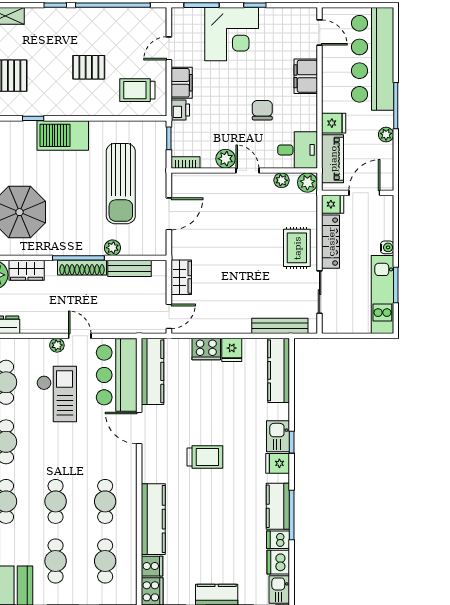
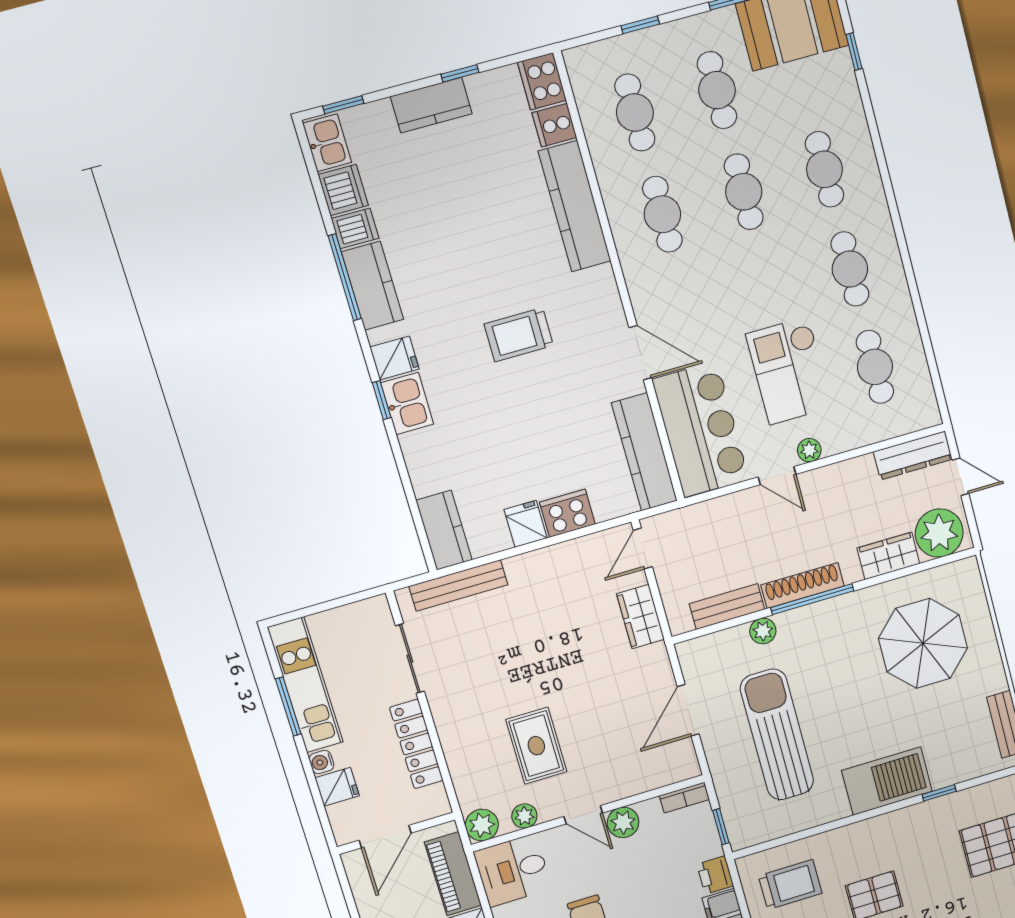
fridge: (333, 204) -> (337, 787), moved, turned 180
rug: (297, 248) -> (536, 746), moved
kitchen counter: (279, 370) -> (444, 530), width x0.67

